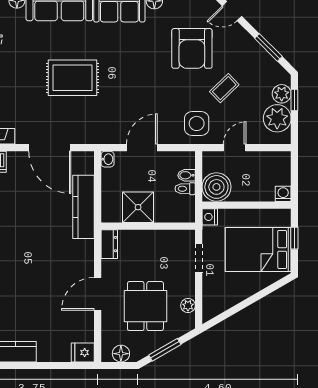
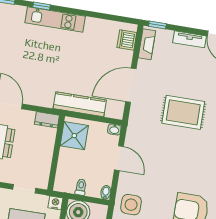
rug: (73, 78) -> (183, 112), turned 90
bidet: (187, 175) -> (106, 192), moved
shower: (138, 207) -> (74, 136), moved

